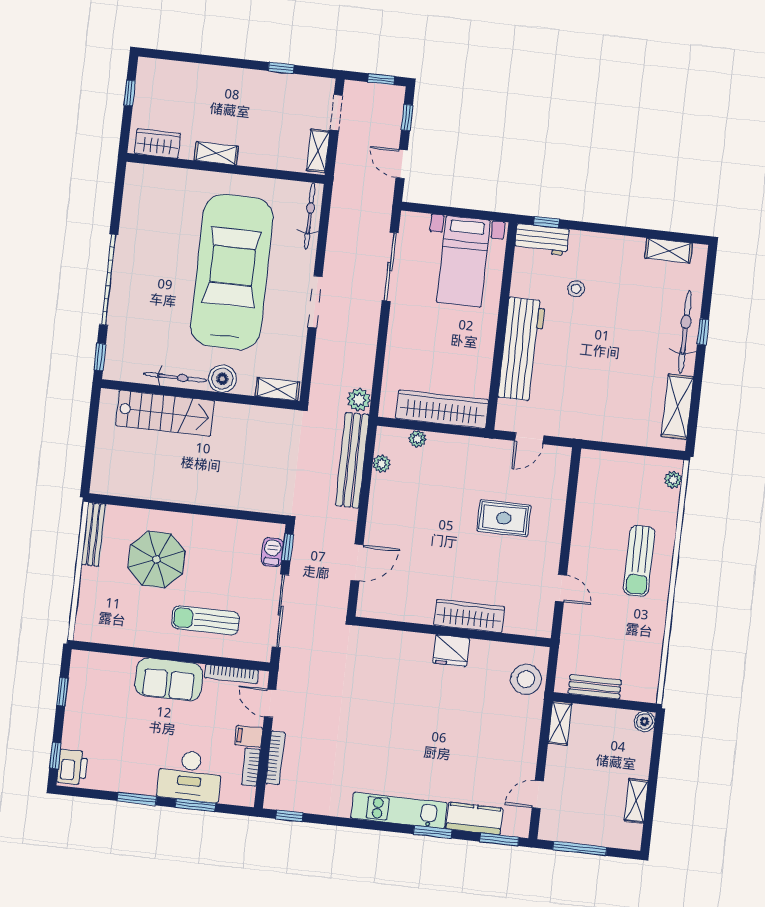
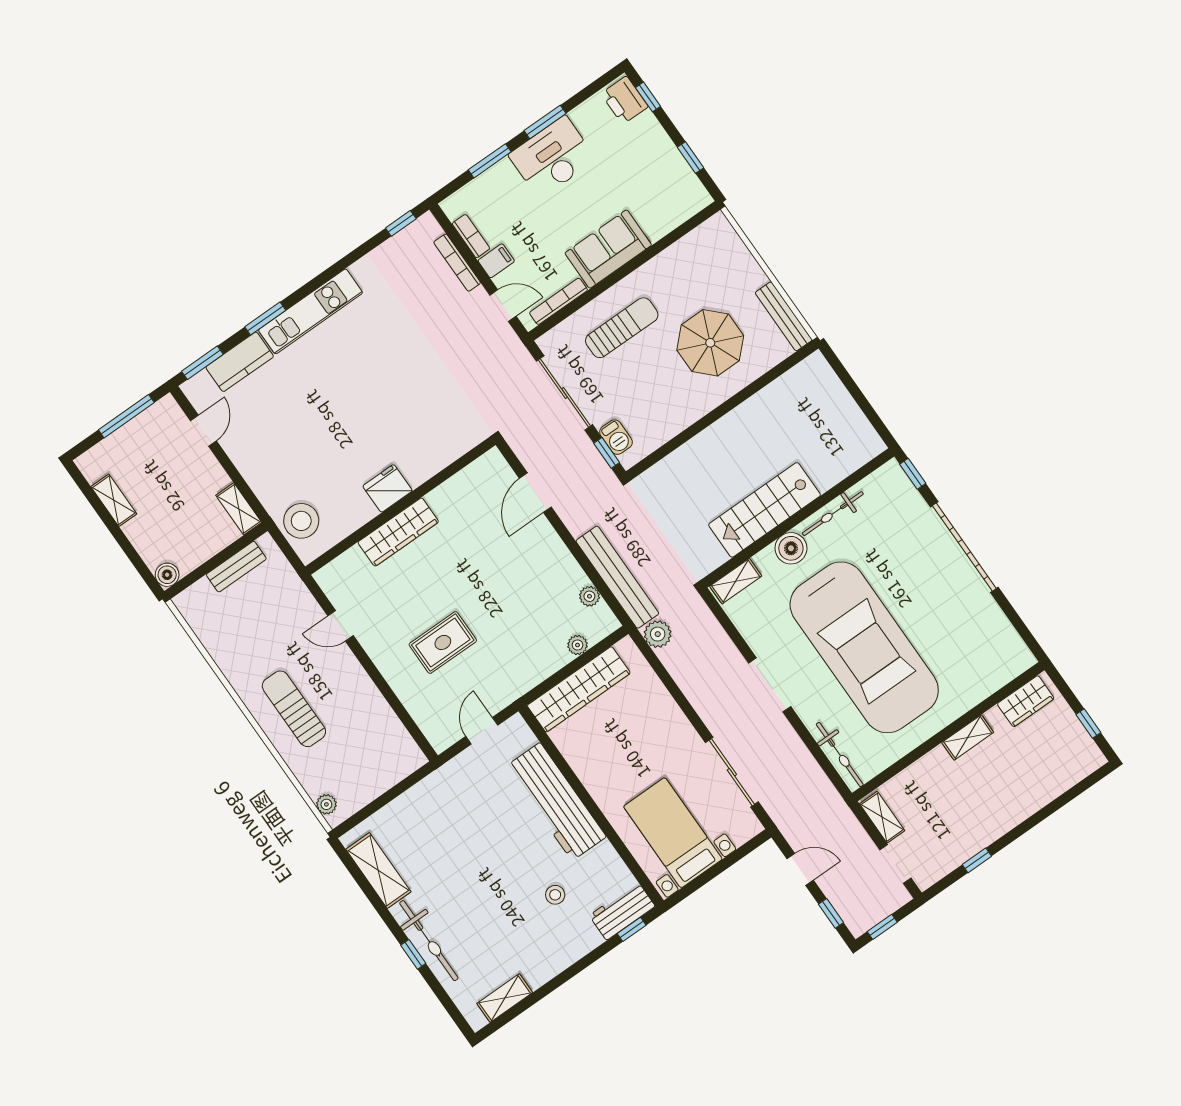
stairs: (165, 413) -> (765, 510), moved
desk: (190, 776) -> (552, 157), moved

